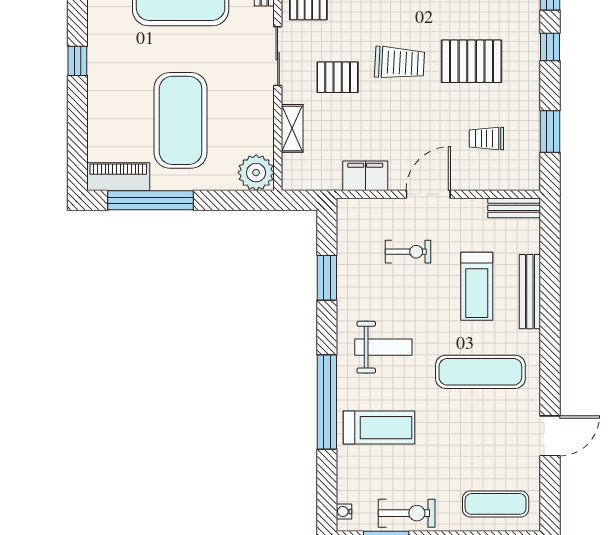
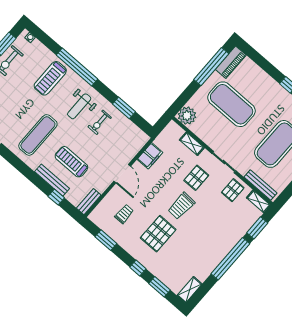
exercise bike: (408, 252) -> (100, 122), moved
window: (550, 263) -> (56, 197), added

